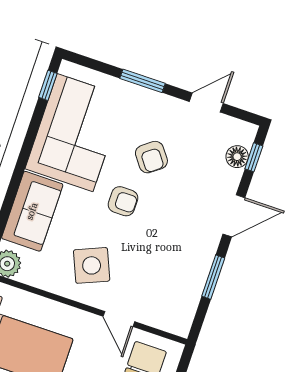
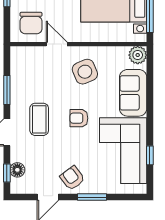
window: (48, 85) -> (150, 155), moved
armchair: (151, 157) -> (72, 178), moved
coffee table: (181, 219) -> (39, 119), added

